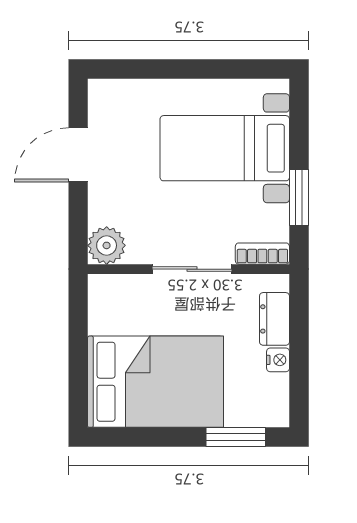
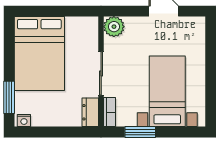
dresser: (274, 319) -> (90, 112), moved, turned -90
nightstand: (278, 360) -> (24, 121), moved

